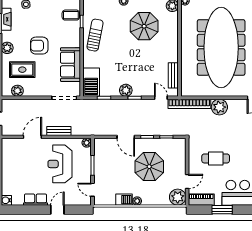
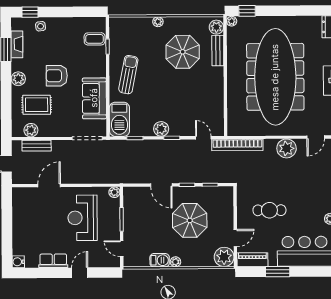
sun lounger: (95, 35) -> (128, 75), moved
bench: (173, 75) -> (218, 51), moved
plant: (219, 107) -> (287, 148), moved
bench: (59, 131) -> (37, 146), moved

